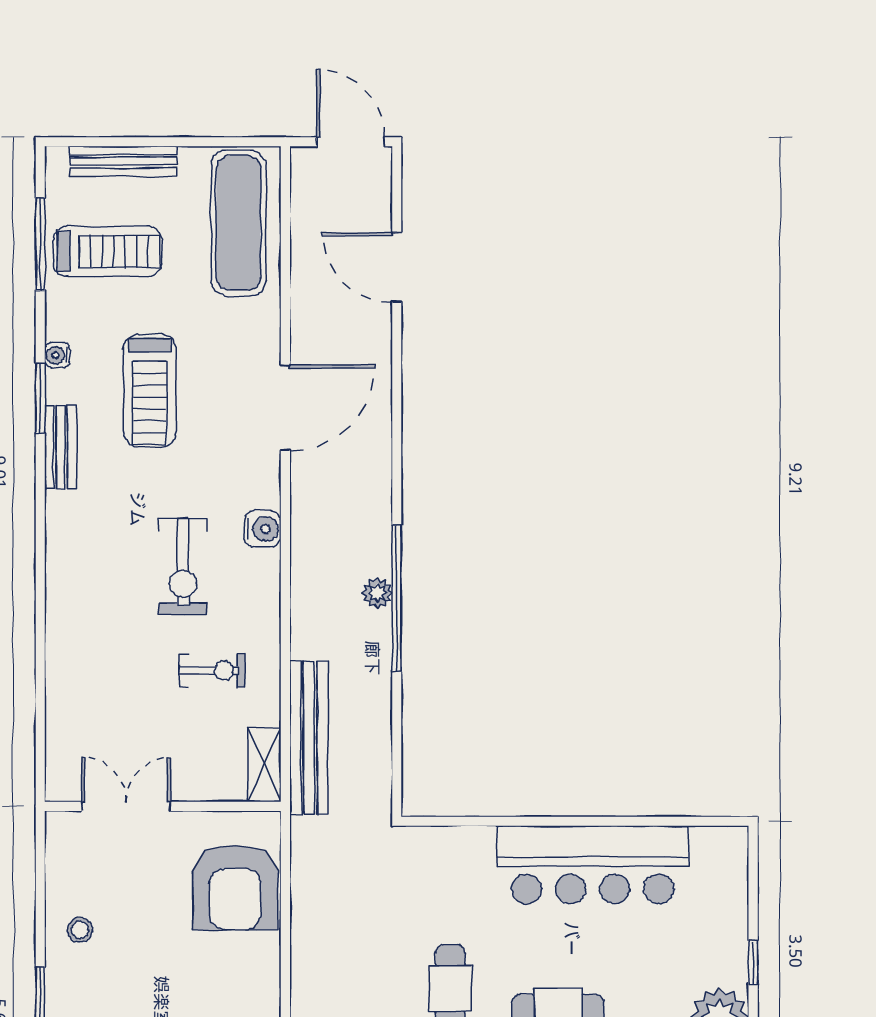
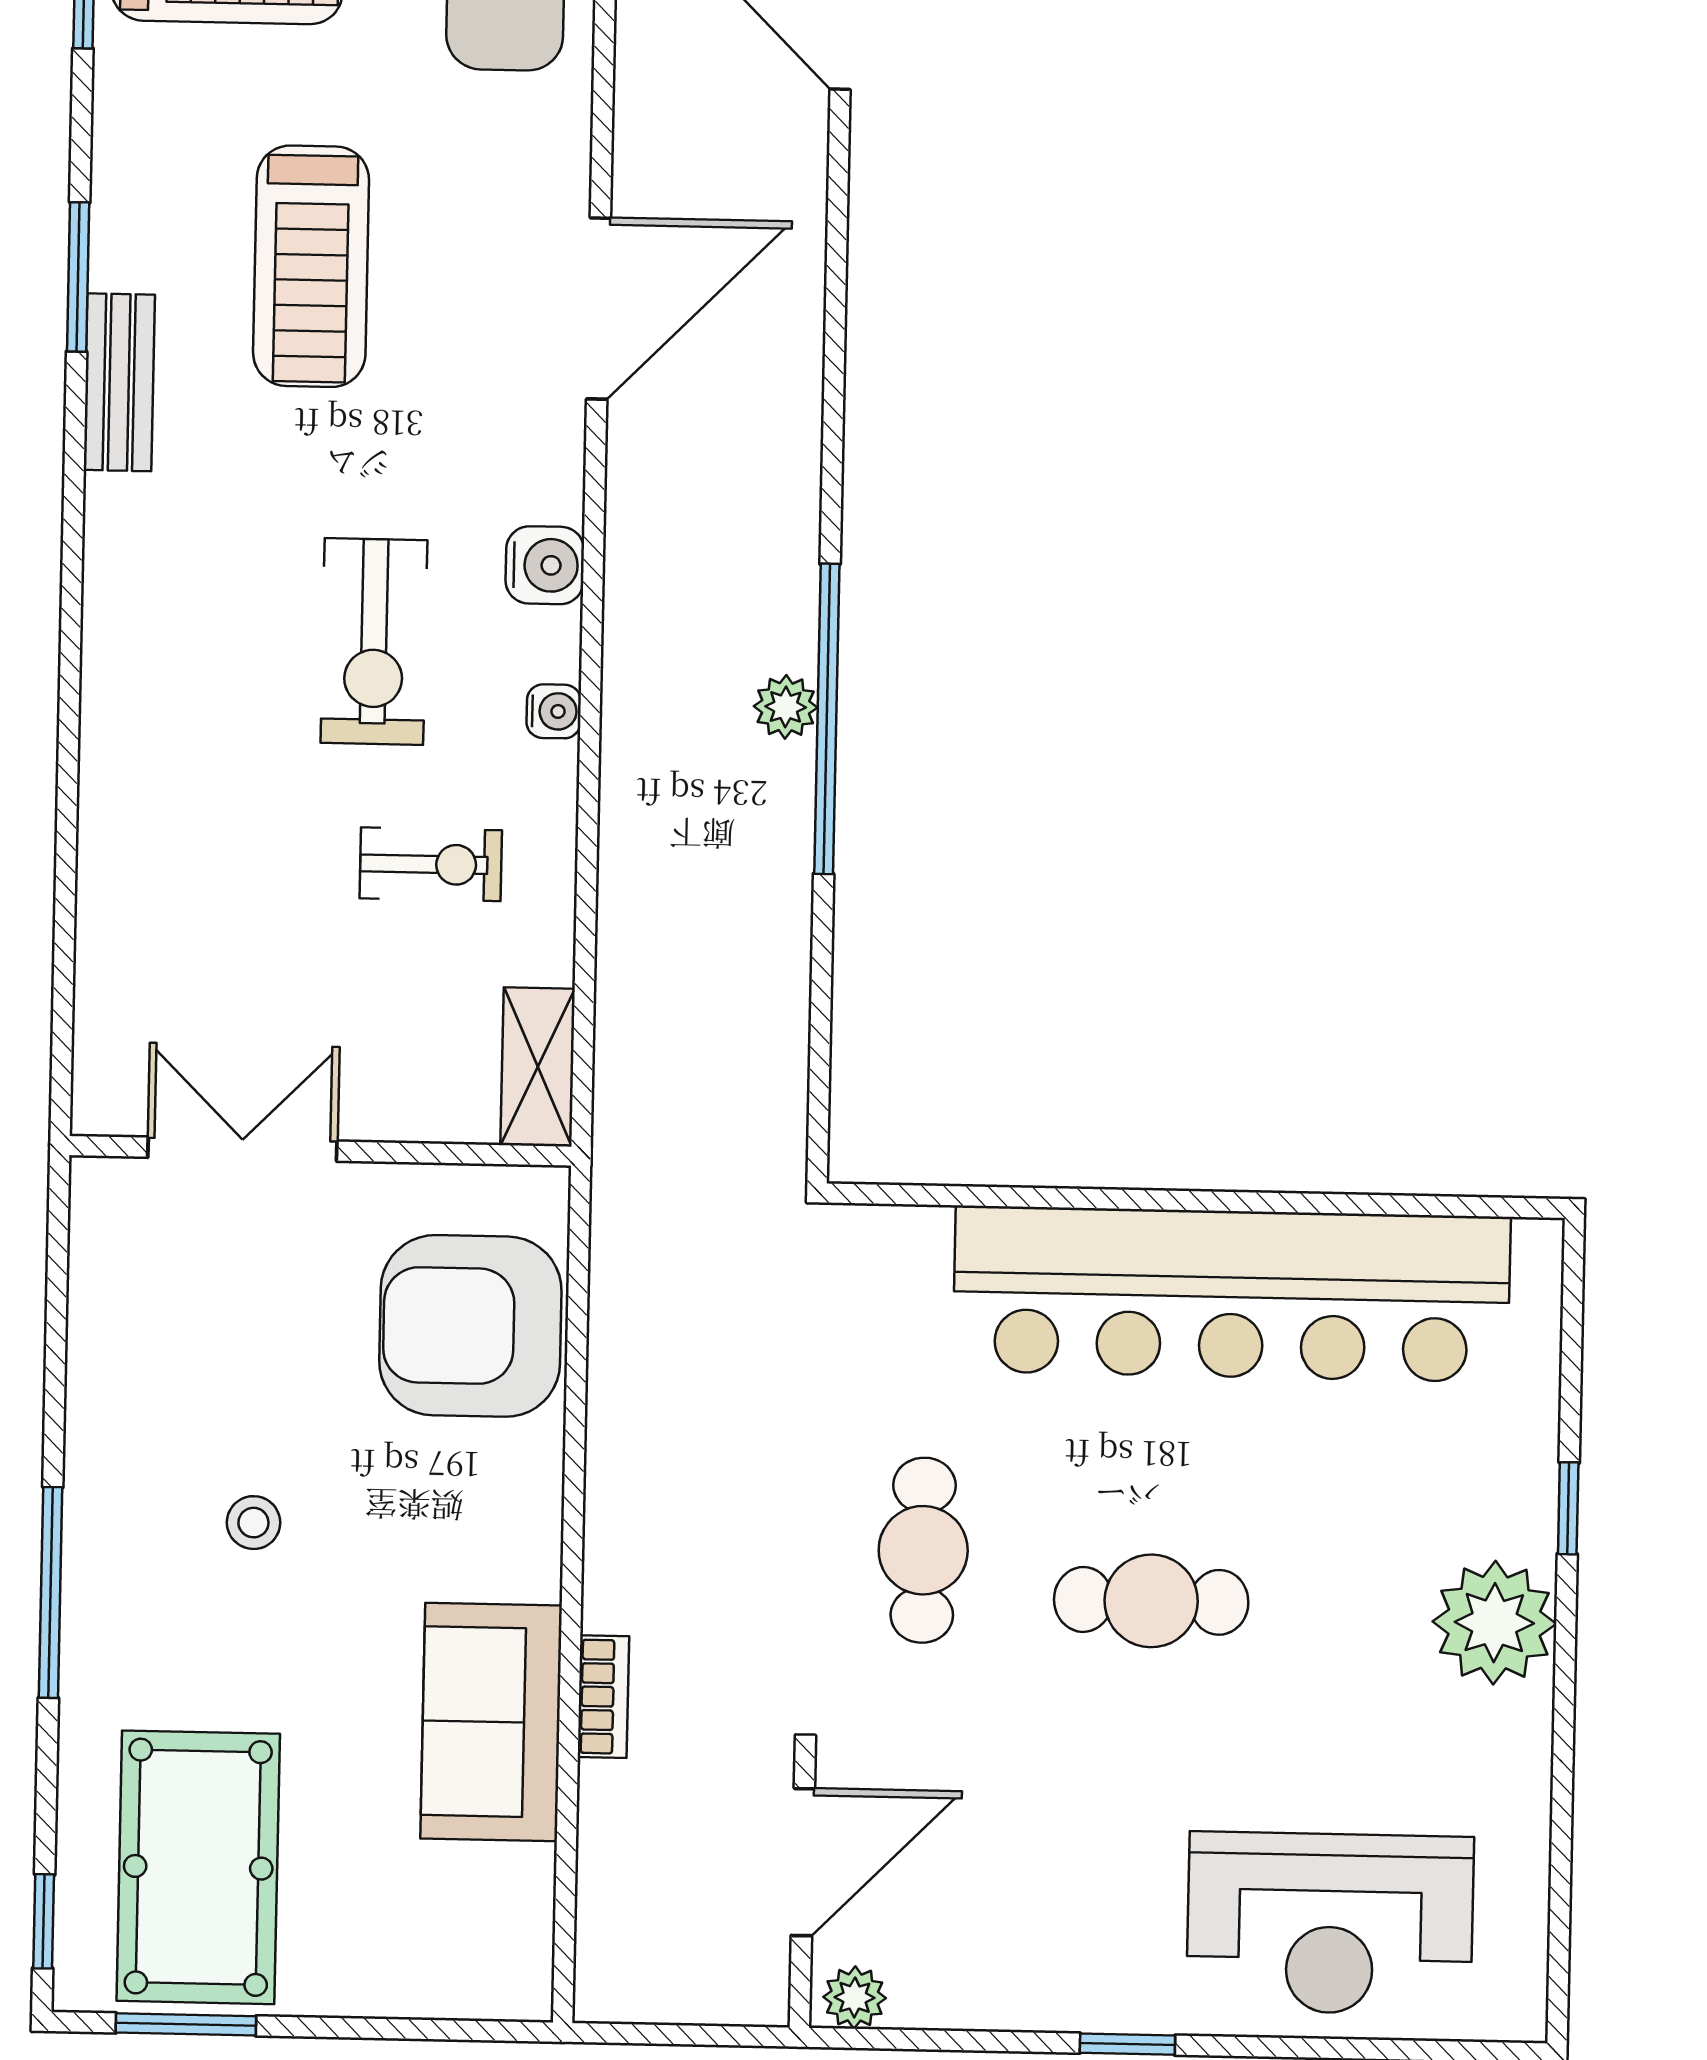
water cooler: (57, 355) -> (554, 711), moved, turned 180
bench: (309, 738) -> (634, 1011), removed
bar counter: (593, 865) -> (1232, 1294), width x1.36
armchair: (235, 887) -> (470, 1326), turned 90
stool: (80, 930) -> (253, 1523), moved

